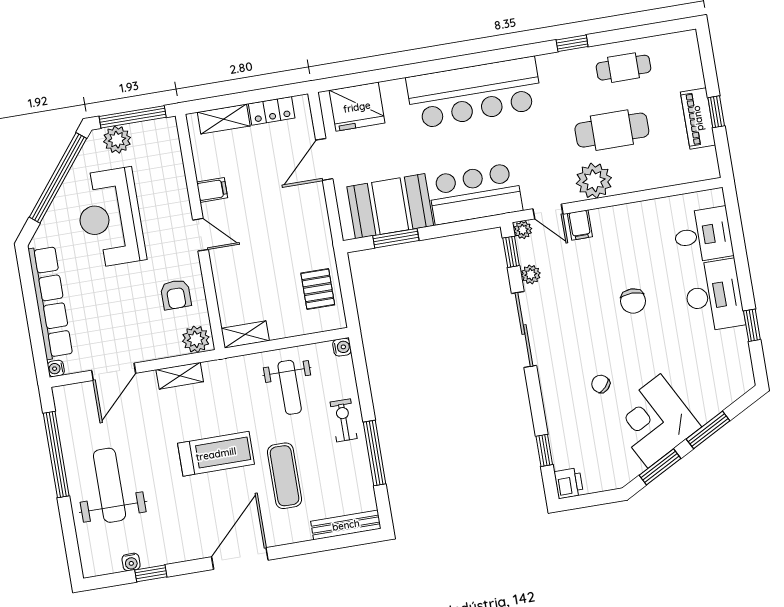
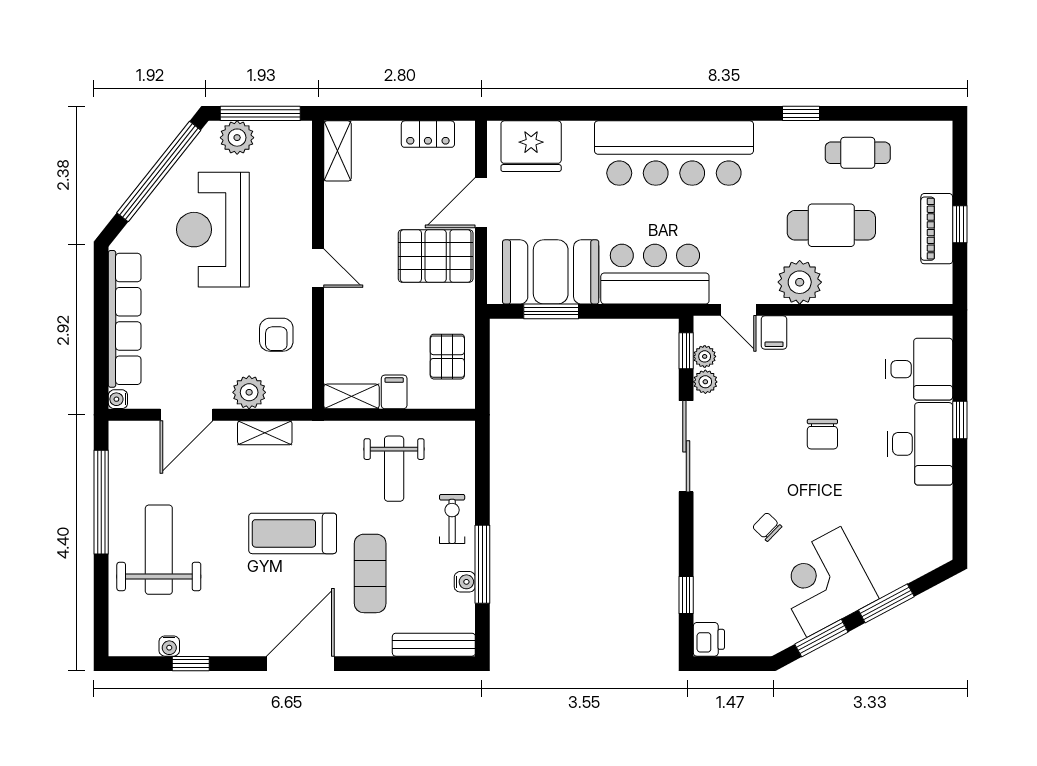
shelving: (224, 119) -> (337, 151), moved, turned 90
filing cabinet: (212, 190) -> (394, 392), moved, turned -90
pallet: (295, 209) -> (436, 256), added
plant: (523, 230) -> (705, 356), moved
window: (752, 325) -> (960, 420), moved
plant: (196, 339) -> (249, 392), moved
water cooler: (342, 347) -> (465, 582), moved
treadmill: (216, 454) -> (293, 533), turned 180

